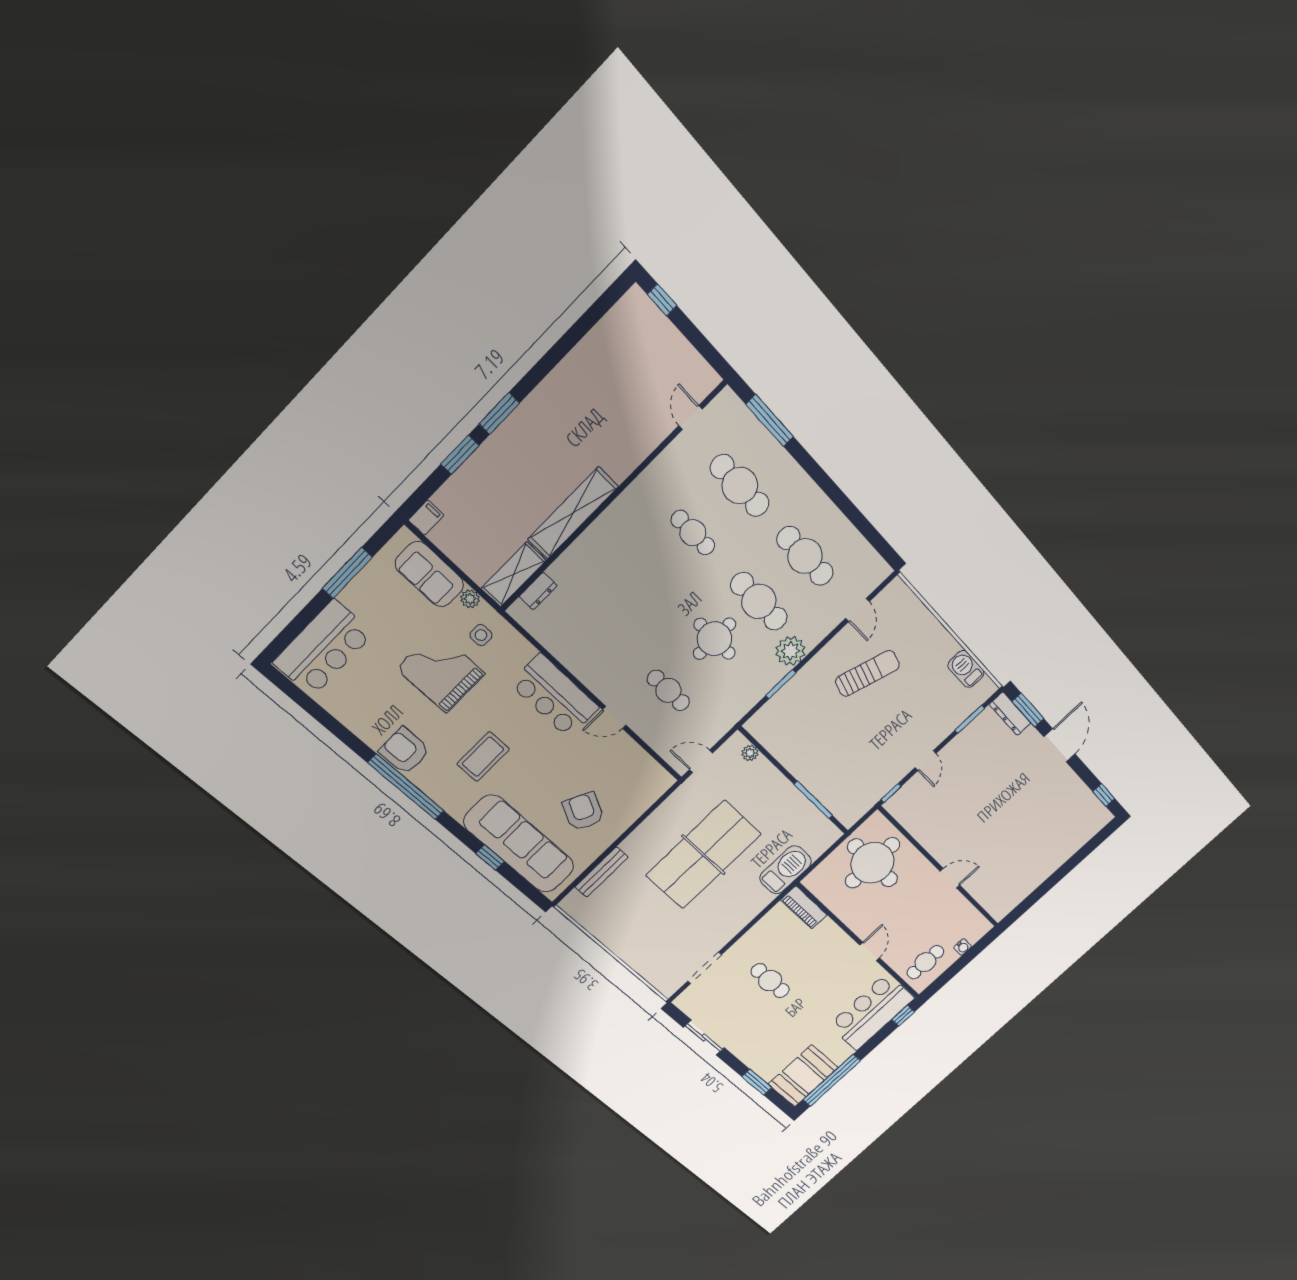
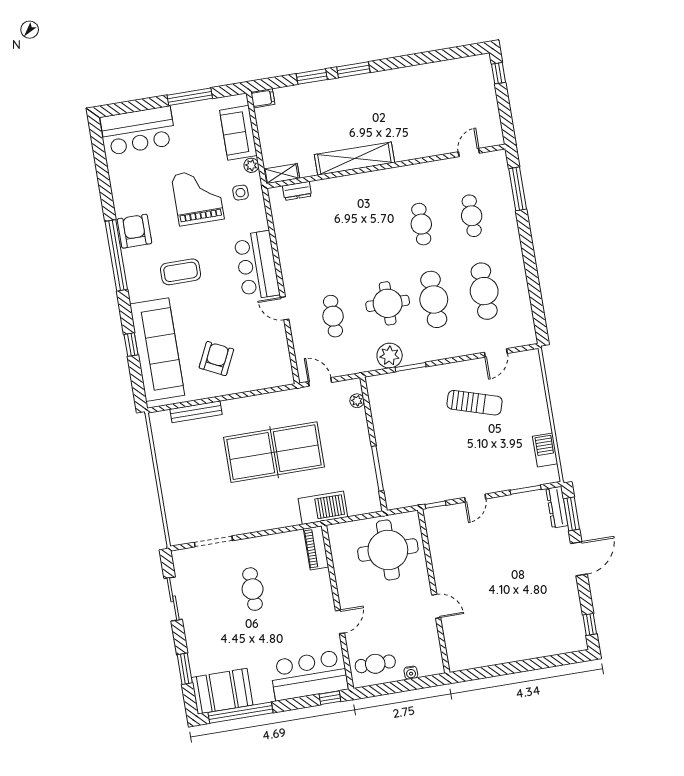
cafe table: (740, 486) -> (472, 216), width x0.73, depth x0.74
shelving: (514, 574) -> (282, 174), width x0.67, depth x0.75
plant: (790, 651) -> (390, 356), moved

